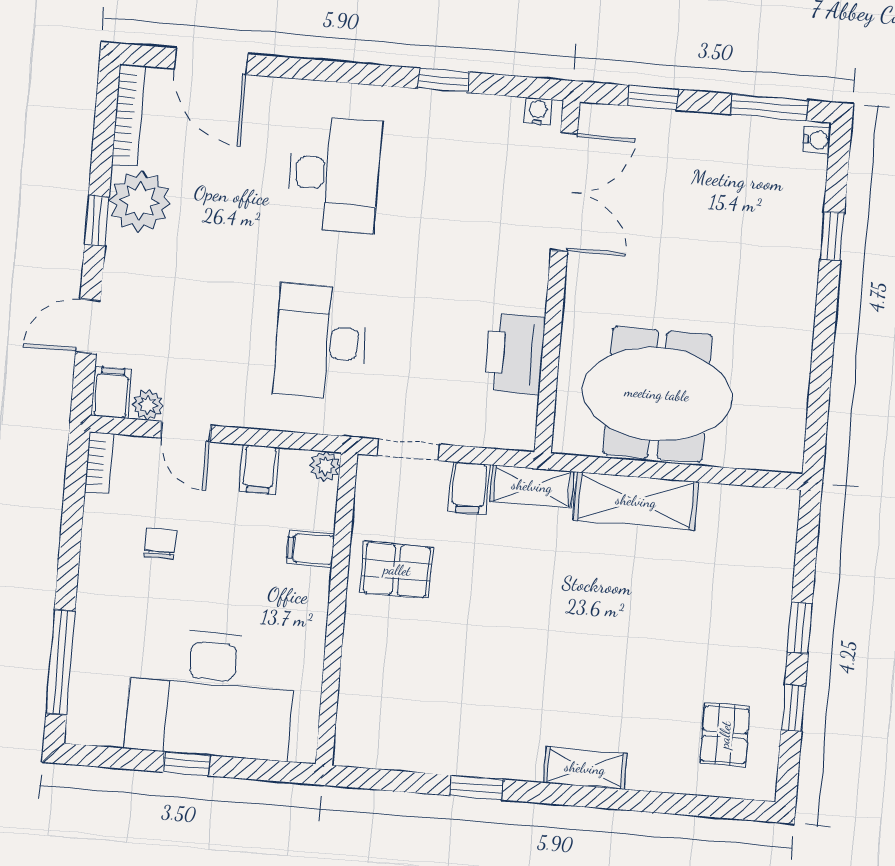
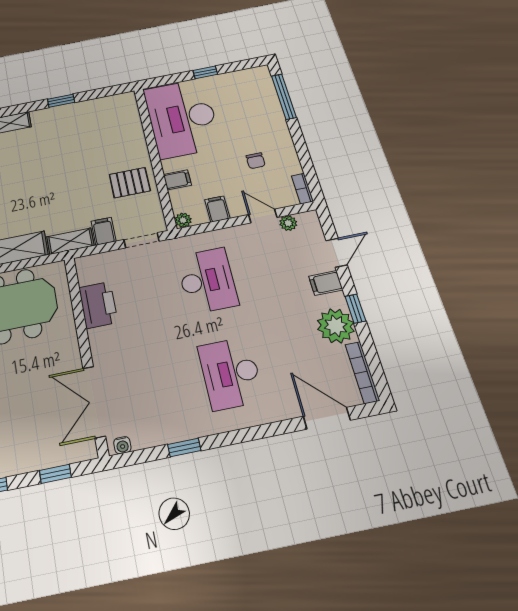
filing cabinet: (111, 393) -> (326, 283), moved, turned 90
desk: (210, 694) -> (182, 118), moved, turned -90

